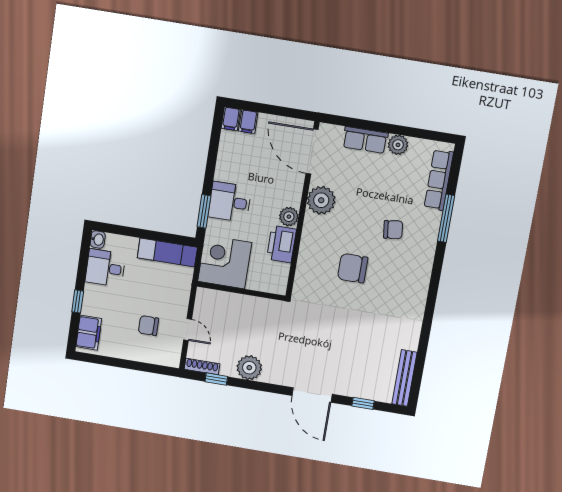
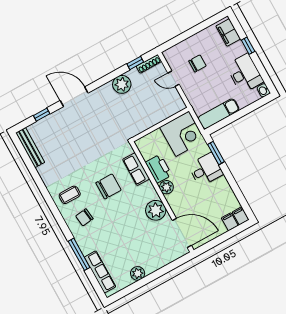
row of seats: (365, 140) -> (136, 169), moved, turned -90
chair: (393, 230) -> (84, 217), moved
desk: (105, 268) -> (245, 73), width x1.37
coffee table: (403, 293) -> (70, 195), added

